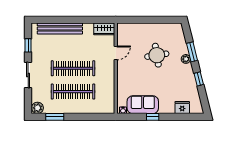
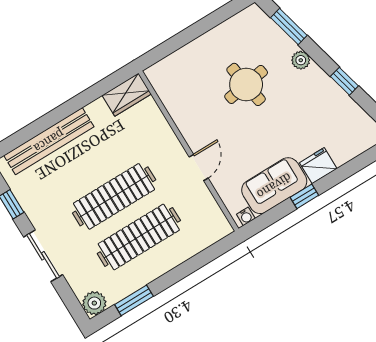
window: (192, 52) -> (289, 26), moved
door: (116, 53) -> (199, 167), moved
fridge: (182, 108) -> (318, 166), moved

